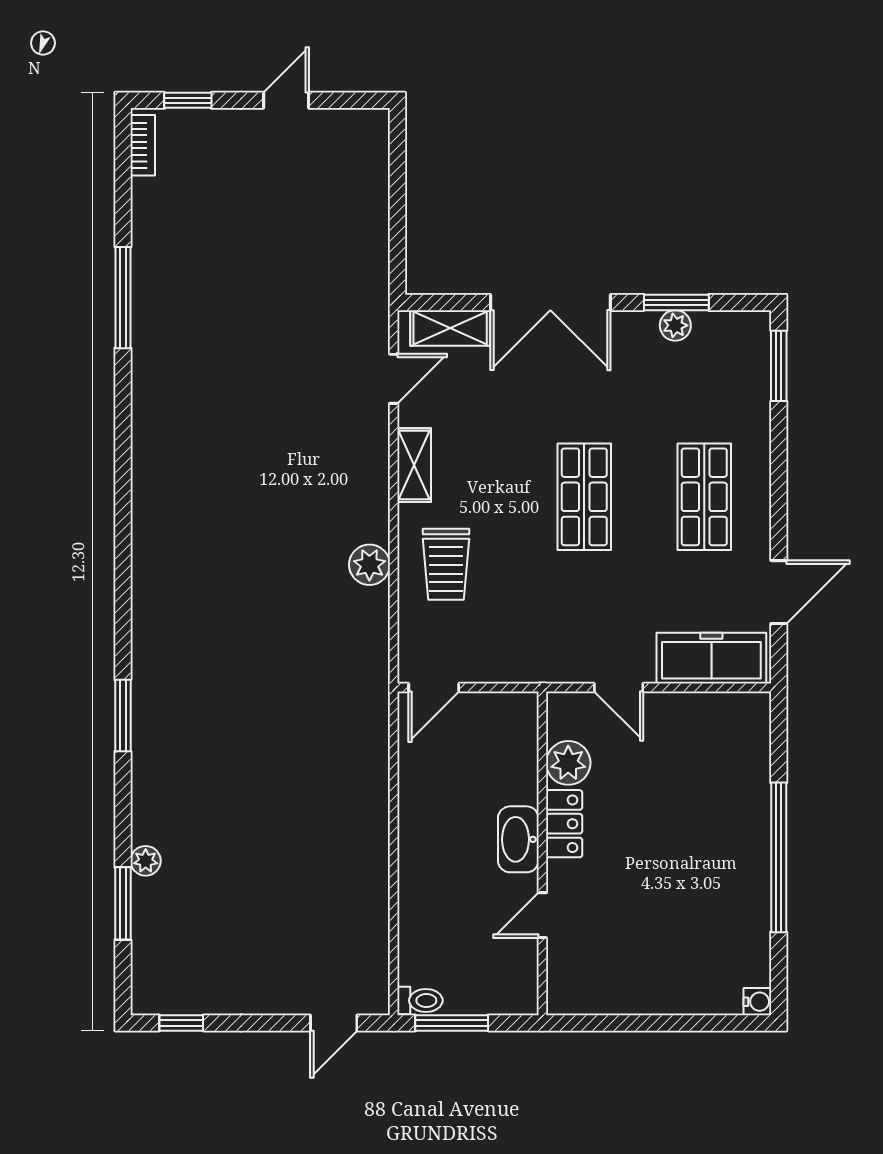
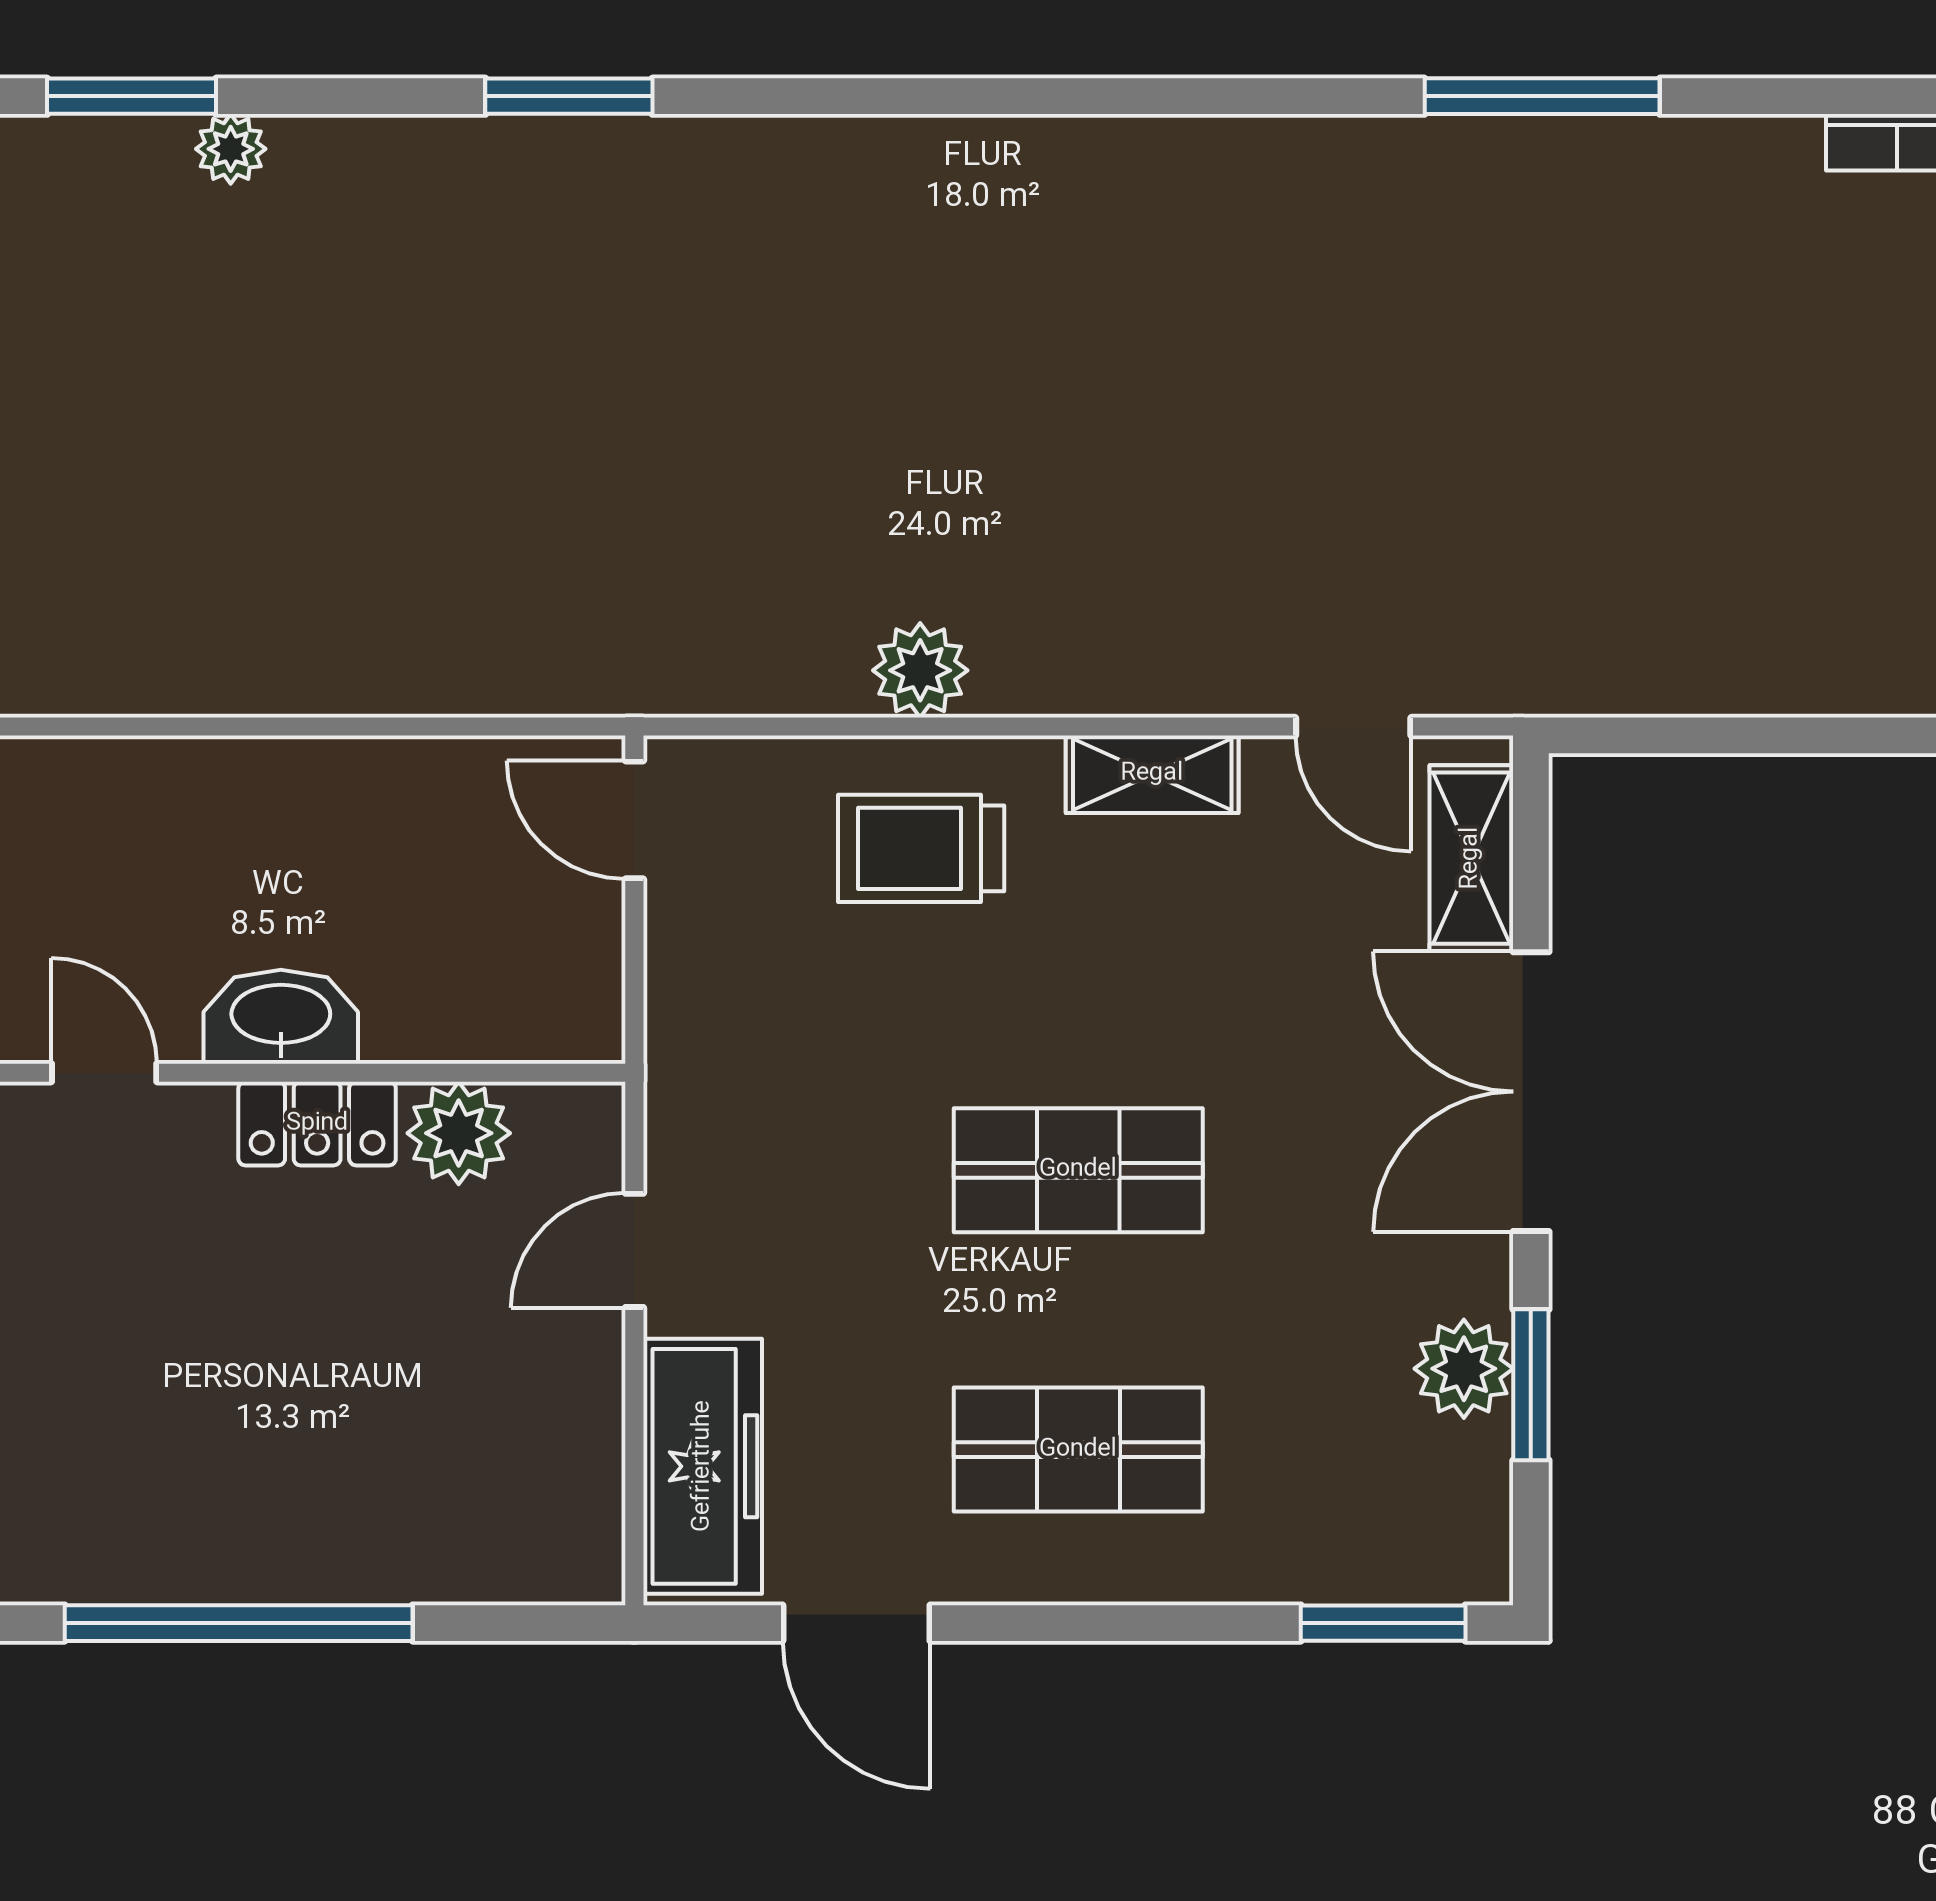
plant: (675, 325) -> (1464, 1369), width x1.38, depth x1.38

